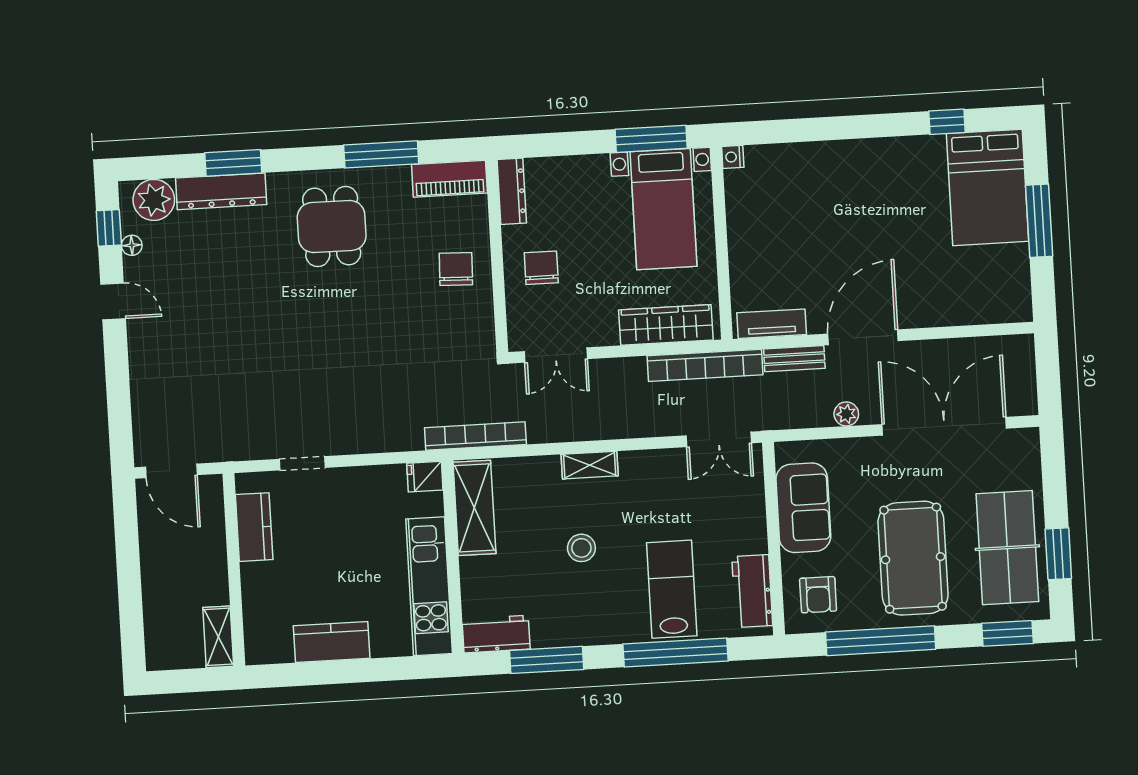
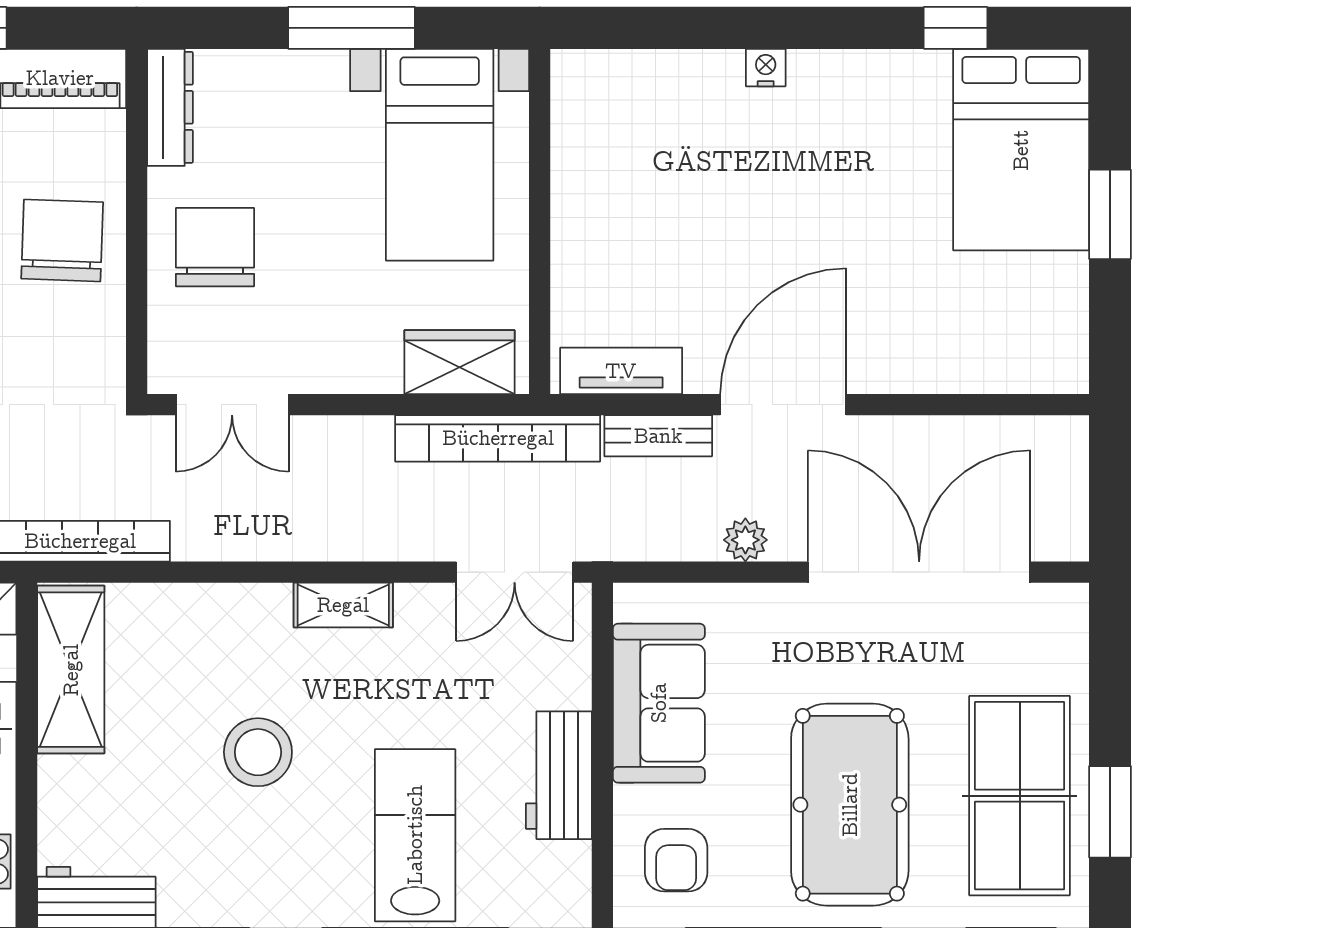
window: (651, 139) -> (352, 28), moved
nightstand: (733, 157) -> (766, 68), moved, turned 90
window: (1039, 221) -> (1110, 214), width x0.69
chair: (541, 268) -> (215, 247), width x1.37, depth x1.37
chair: (456, 269) -> (62, 240), width x1.37, depth x1.37
wardrobe: (666, 325) -> (460, 362), width x0.67
shelving: (590, 465) -> (343, 605), moved
stool: (581, 548) -> (258, 752), width x1.38, depth x1.38
workbench: (752, 591) -> (559, 775), moved

